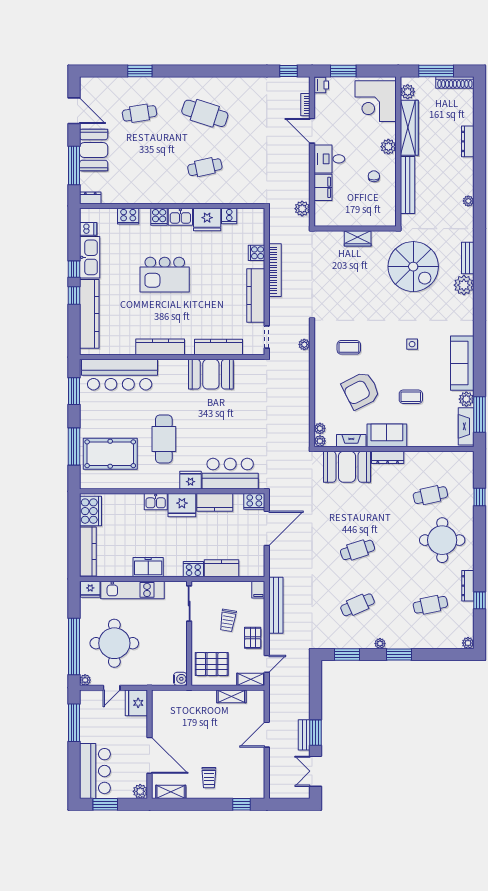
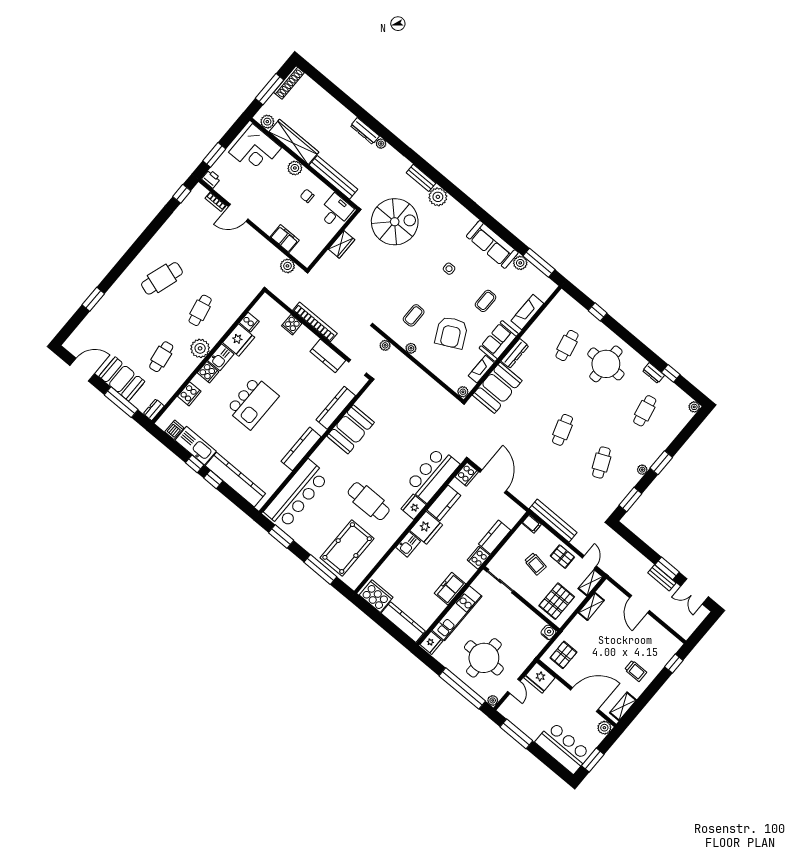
cafe table: (140, 113) -> (161, 357), moved
dresser: (468, 141) -> (365, 131), moved
desk: (329, 159) -> (336, 211), moved, turned 180
plant: (173, 193) -> (200, 348), added
kitchen counter: (256, 296) -> (328, 356), width x0.67
fireplace: (466, 426) -> (527, 312), moved, turned 90
plant: (320, 428) -> (411, 348), moved
dresser: (468, 586) -> (653, 373), width x0.70
pallet: (172, 707) -> (563, 655), added

